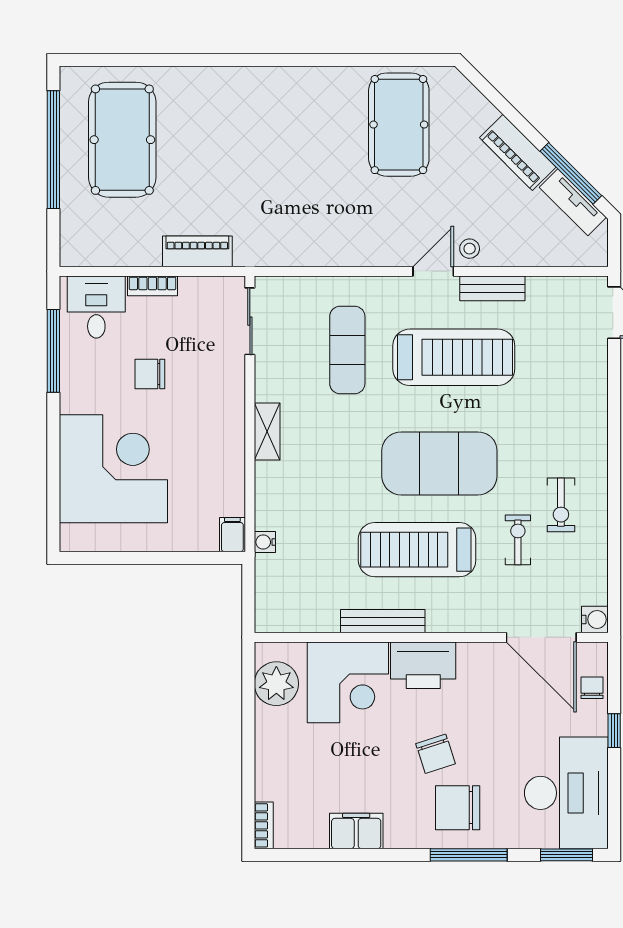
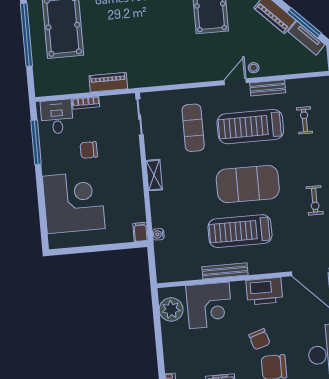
treadmill: (454, 357) -> (250, 127), turned 180
exercise bike: (518, 540) -> (305, 120), moved
printer: (423, 665) -> (264, 291), moved

